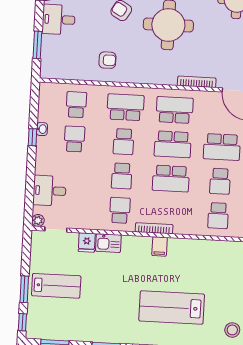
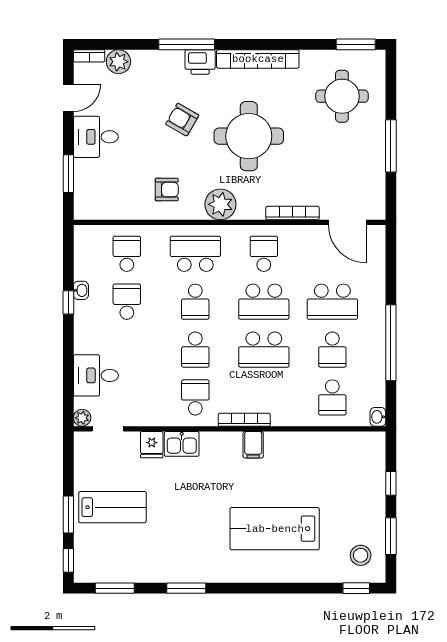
plant: (145, 73) -> (220, 204), added
school desk: (175, 110) -> (264, 254), width x0.54

